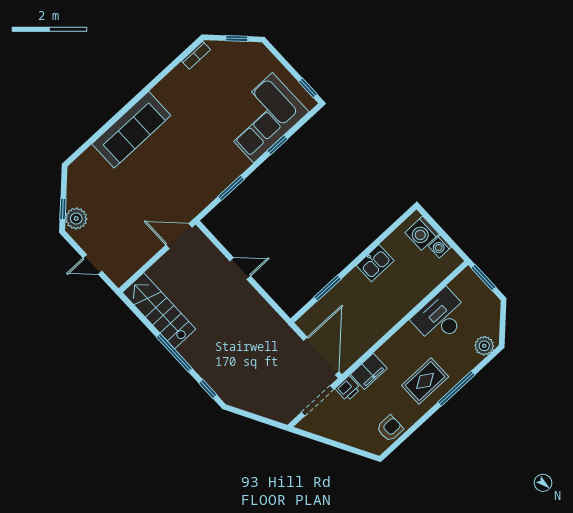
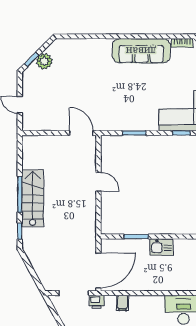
sofa: (131, 130) -> (141, 51), moved
plant: (76, 218) -> (44, 61), moved
kitchen sink: (375, 263) -> (161, 247), moved
stairs: (159, 311) -> (33, 198), moved
filing cabinet: (369, 371) -> (122, 303), width x0.50

